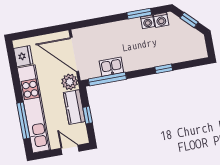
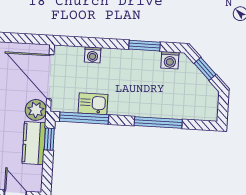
washing machine: (148, 22) -> (93, 55), moved
window: (164, 69) -> (158, 122), width x2.17
window: (88, 115) -> (49, 139), moved

